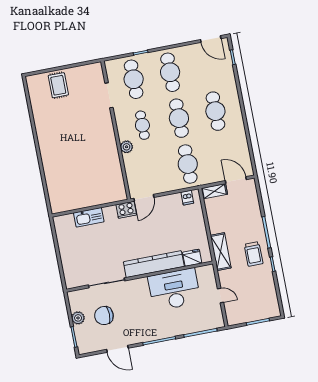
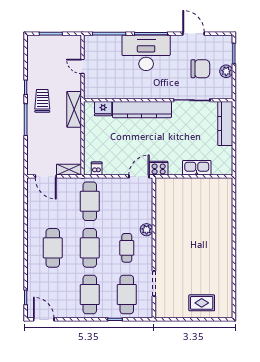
rug: (58, 85) -> (202, 303), turned 90
kitchen counter: (69, 266) -> (225, 124), added
desk: (174, 289) -> (146, 53), moved, turned 180

